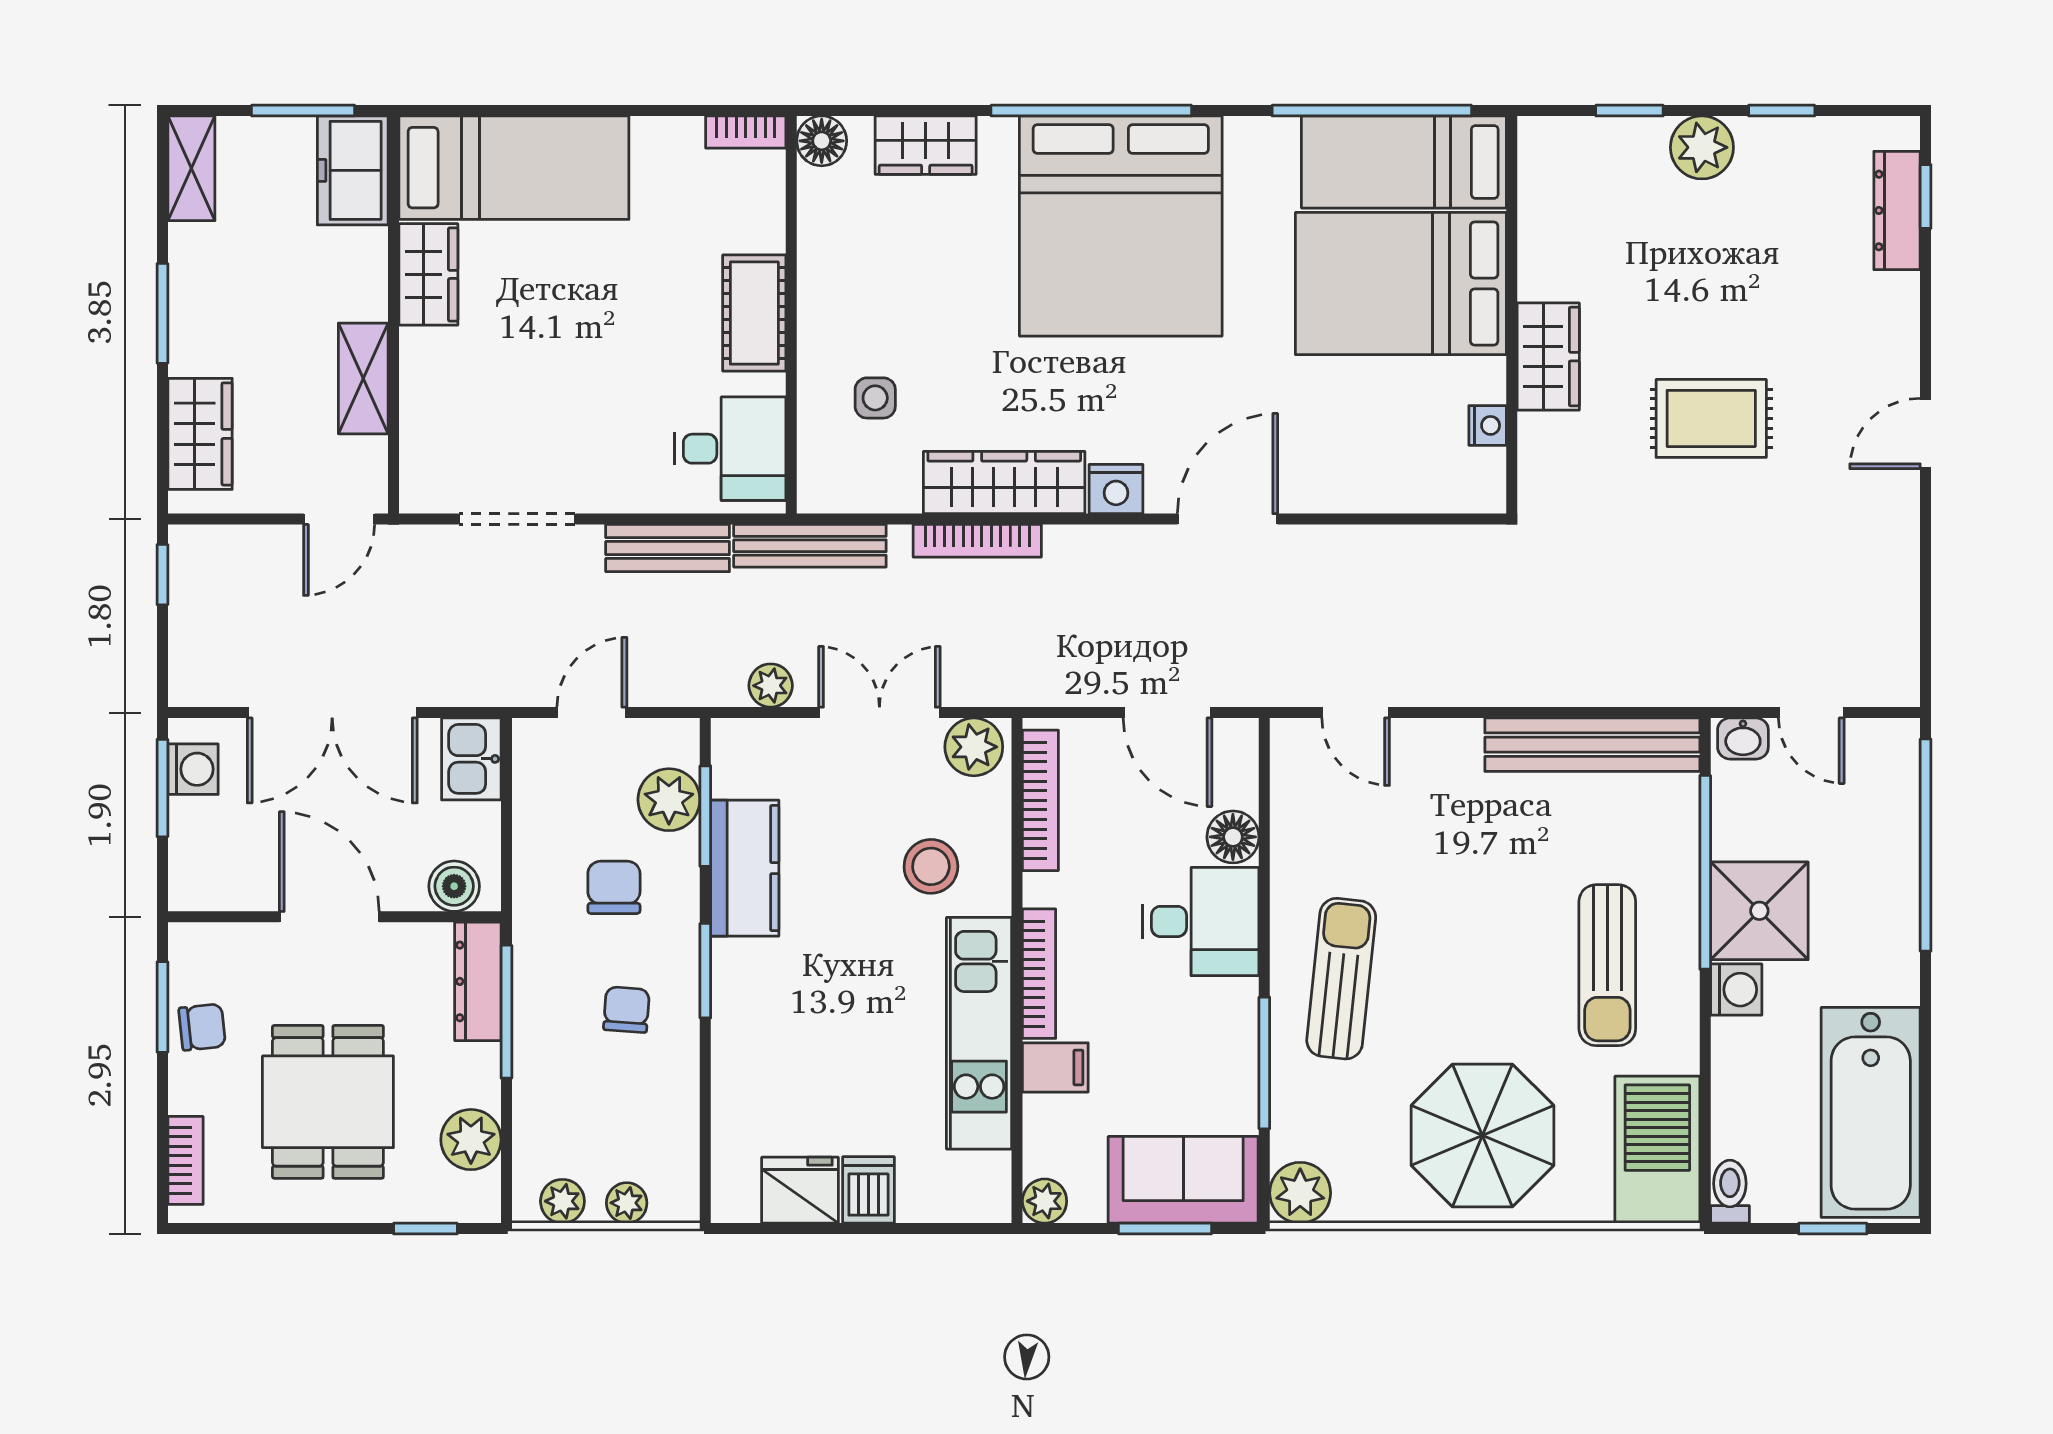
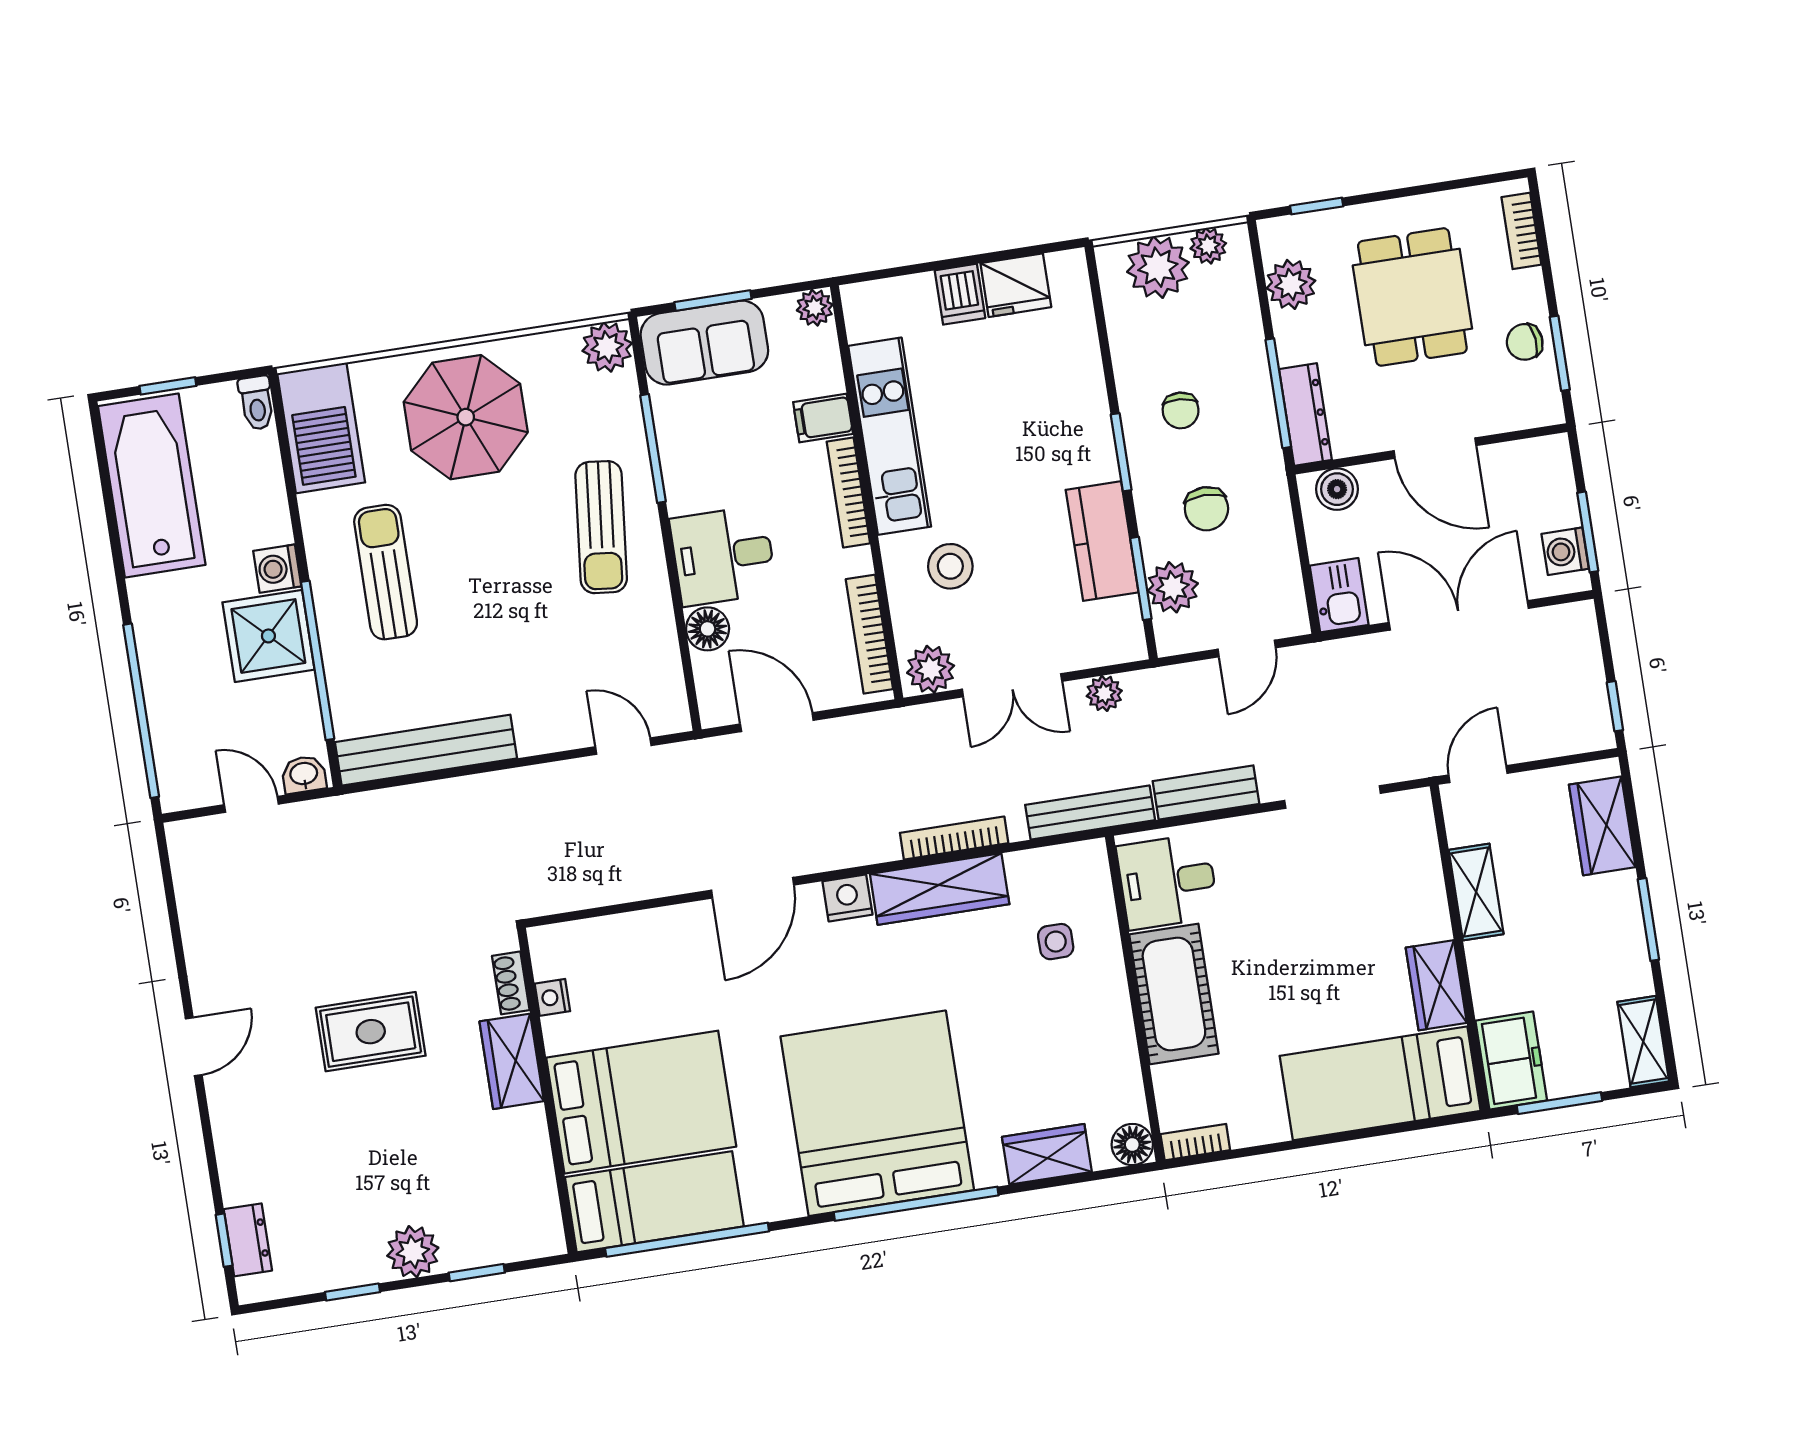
dresser: (1897, 210) -> (248, 1240), width x0.70
cot: (754, 313) -> (1174, 994), width x1.37, depth x1.34
shoe rack: (1534, 450) -> (511, 983), added
plant: (627, 1203) -> (1158, 267), width x1.88, depth x1.88

